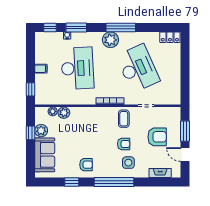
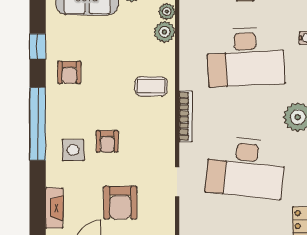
desk: (138, 68) -> (246, 168), turned 30
coffee table: (124, 119) -> (151, 86), moved

